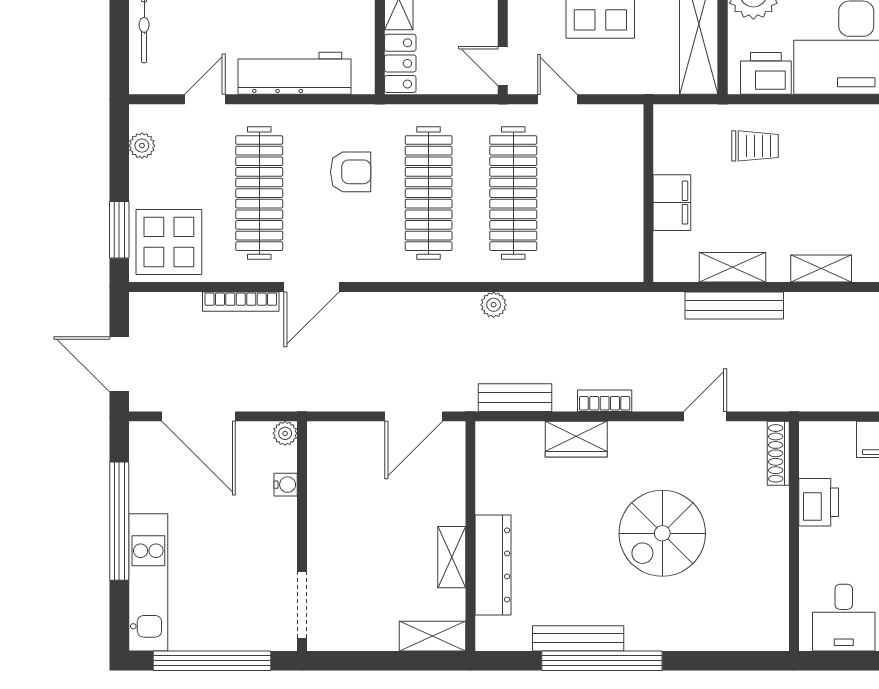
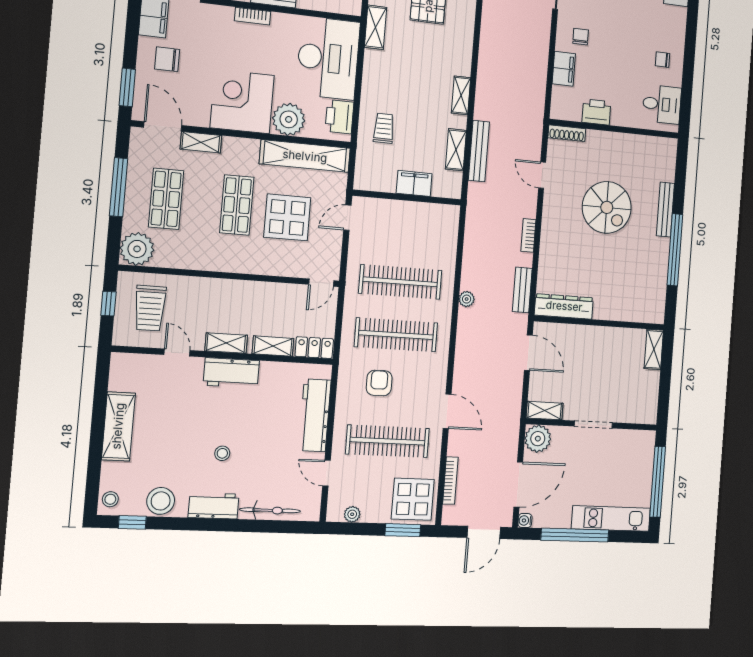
door: (557, 99) -> (347, 218), moved
bookcase: (241, 302) -> (450, 481), moved
plant: (285, 433) -> (538, 439), width x1.87, depth x1.87
wardrobe: (576, 439) -> (549, 255), removed
water cooler: (286, 485) -> (525, 521), moved, turned -90
shelving: (452, 557) -> (545, 411), moved
dresser: (493, 565) -> (564, 306), moved
doorway: (302, 605) -> (593, 424), moved
bench: (578, 638) -> (665, 210), moved

